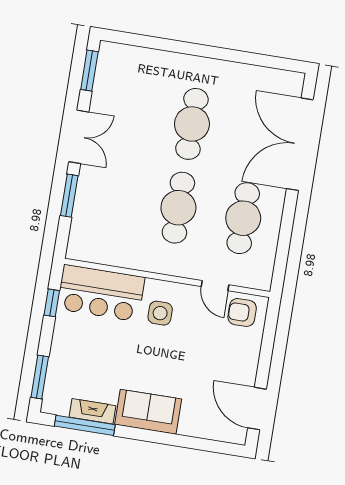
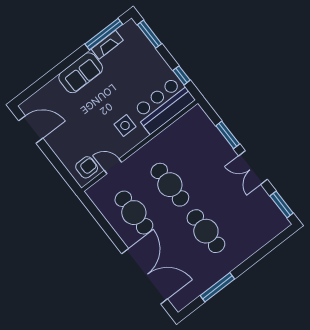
window: (240, 57) -> (217, 287), added

